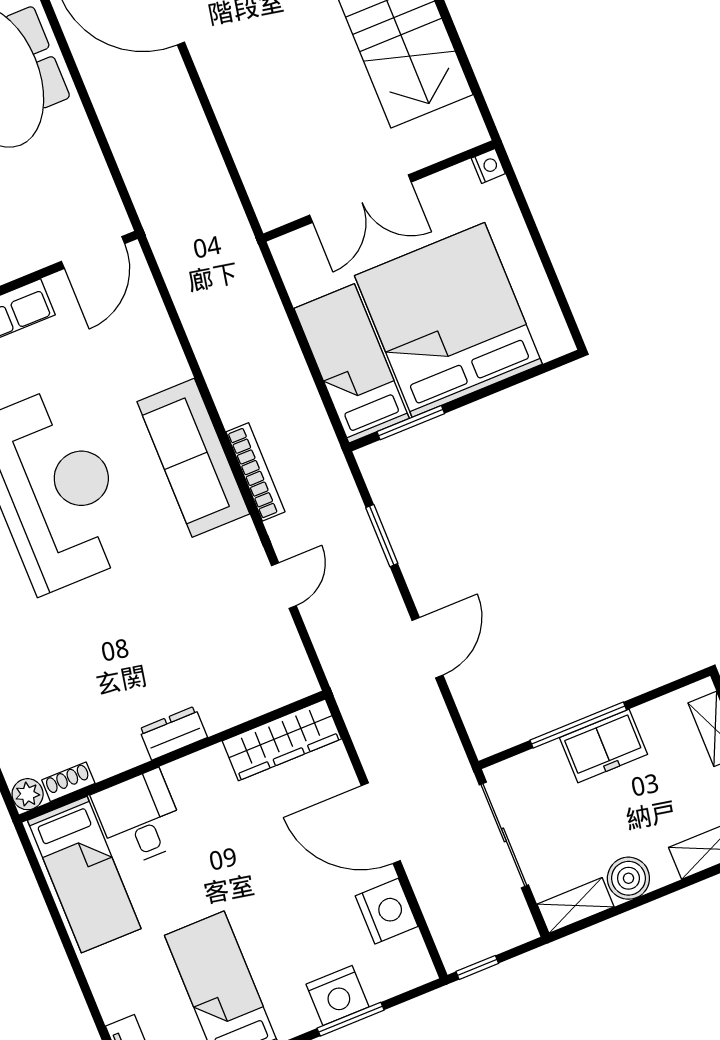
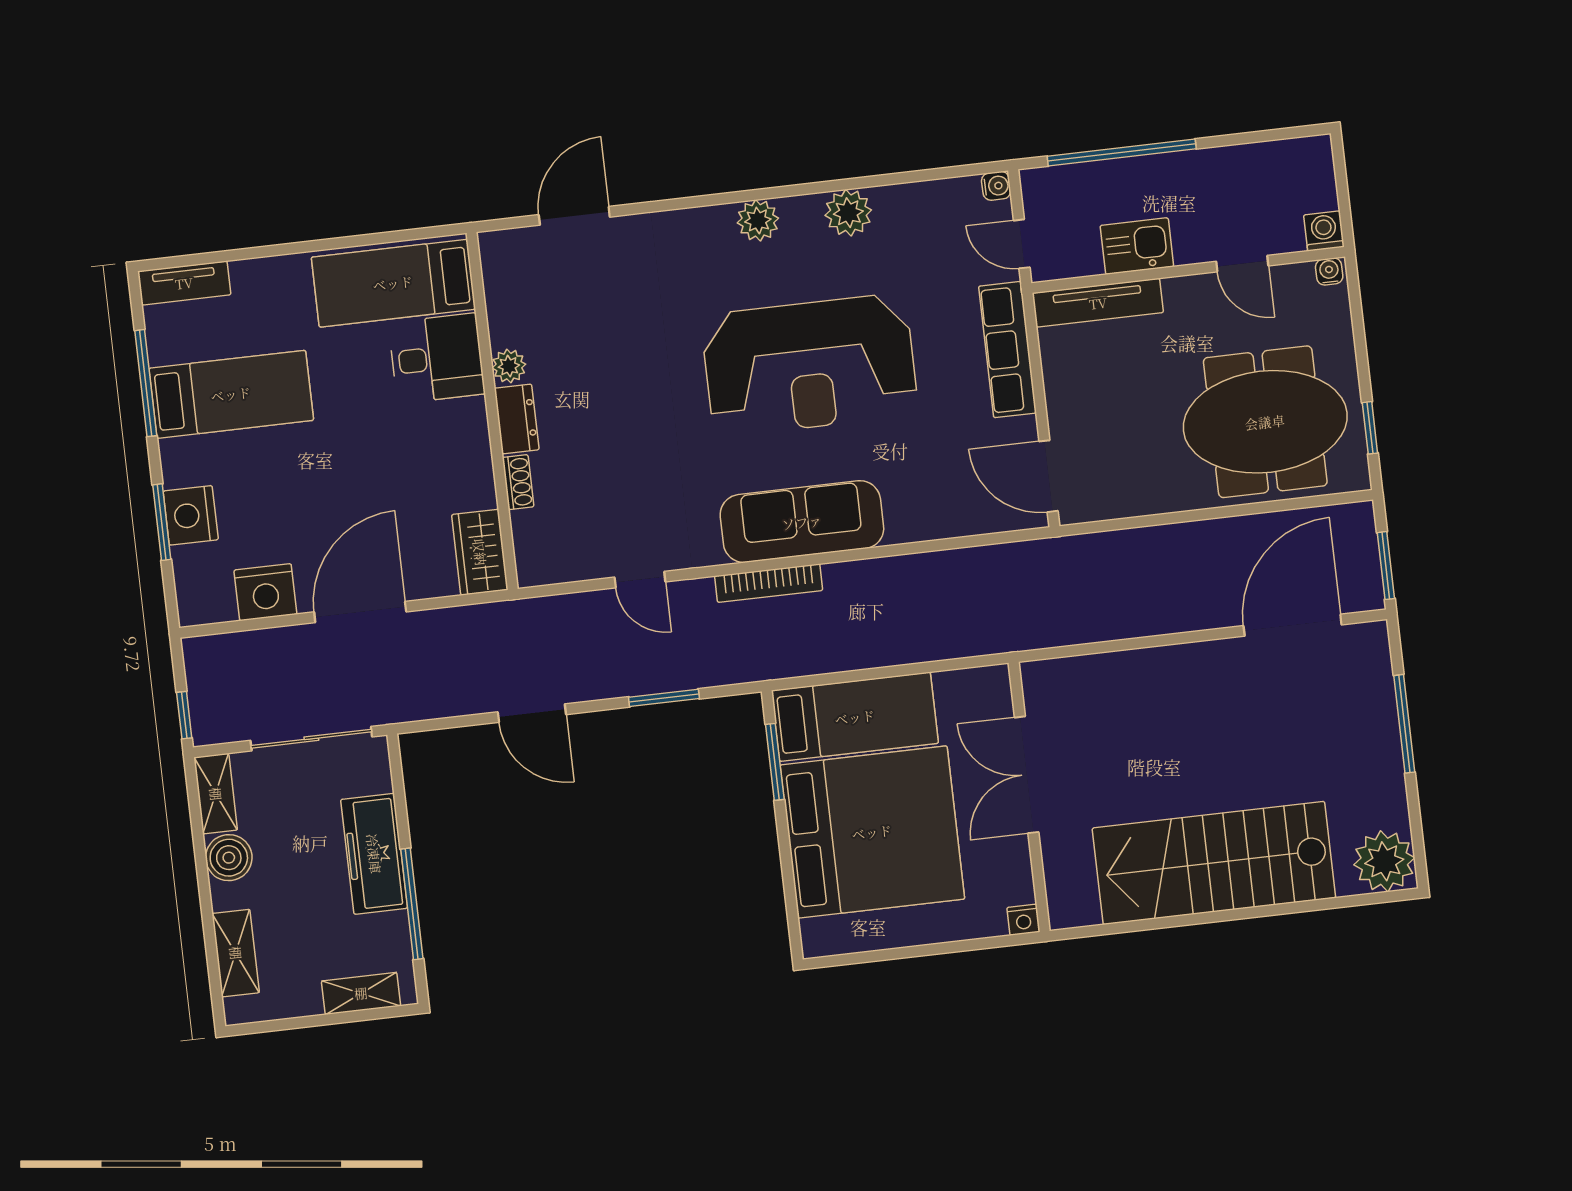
window: (578, 725) -> (412, 904), moved
wardrobe: (282, 740) -> (480, 552), width x0.67
freezer: (603, 746) -> (374, 854), width x1.40
shoe rack: (68, 782) -> (518, 482), moved
plant: (28, 794) -> (509, 366), moved
window: (477, 967) -> (184, 715), moved

